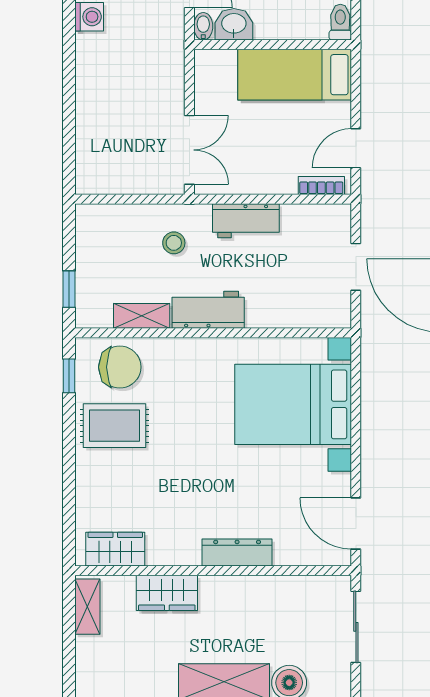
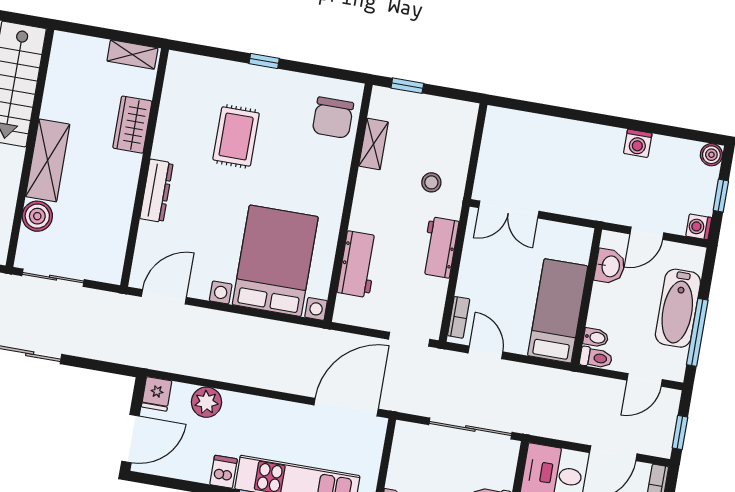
bidet: (203, 26) -> (596, 338), moved
doorway: (356, 267) -> (409, 339), moved
workbench: (208, 310) -> (358, 264), moved
window: (69, 376) -> (264, 61), moved
rug: (114, 426) -> (236, 136), moved
wardrobe: (115, 549) -> (177, 87), removed
sliding door: (356, 627) -> (53, 278), moved

